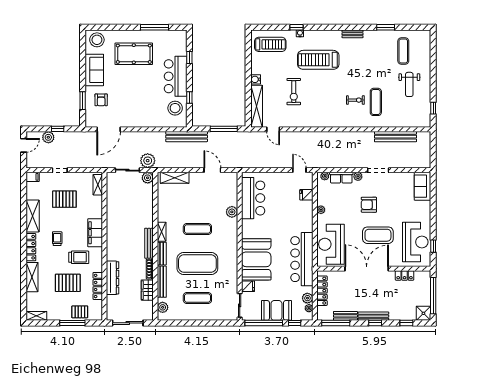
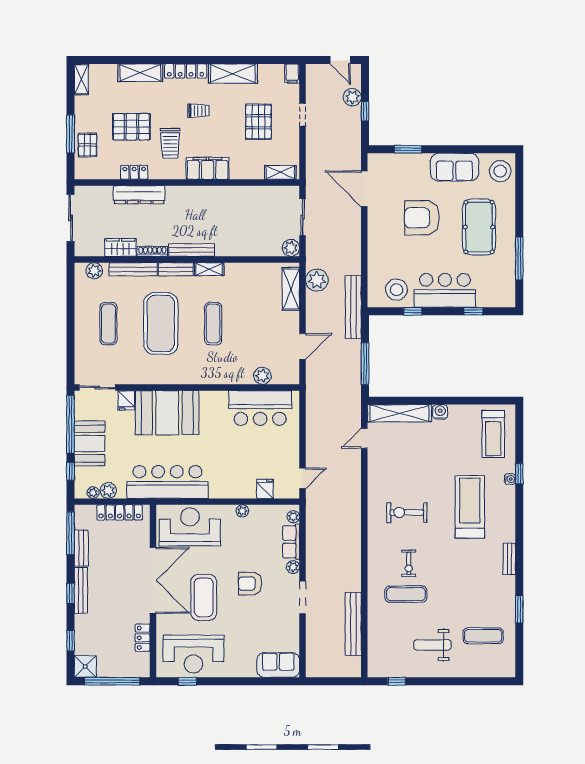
exercise bike: (294, 92) -> (407, 512), moved
armchair: (101, 100) -> (422, 218), moved, width x1.88, depth x1.88
plant: (148, 161) -> (317, 280), moved
armchair: (369, 205) -> (250, 584), turned -90
plant: (232, 212) -> (262, 376), moved
pallet: (68, 283) -> (131, 127), turned 90
locker: (98, 286) -> (134, 172), width x0.66

